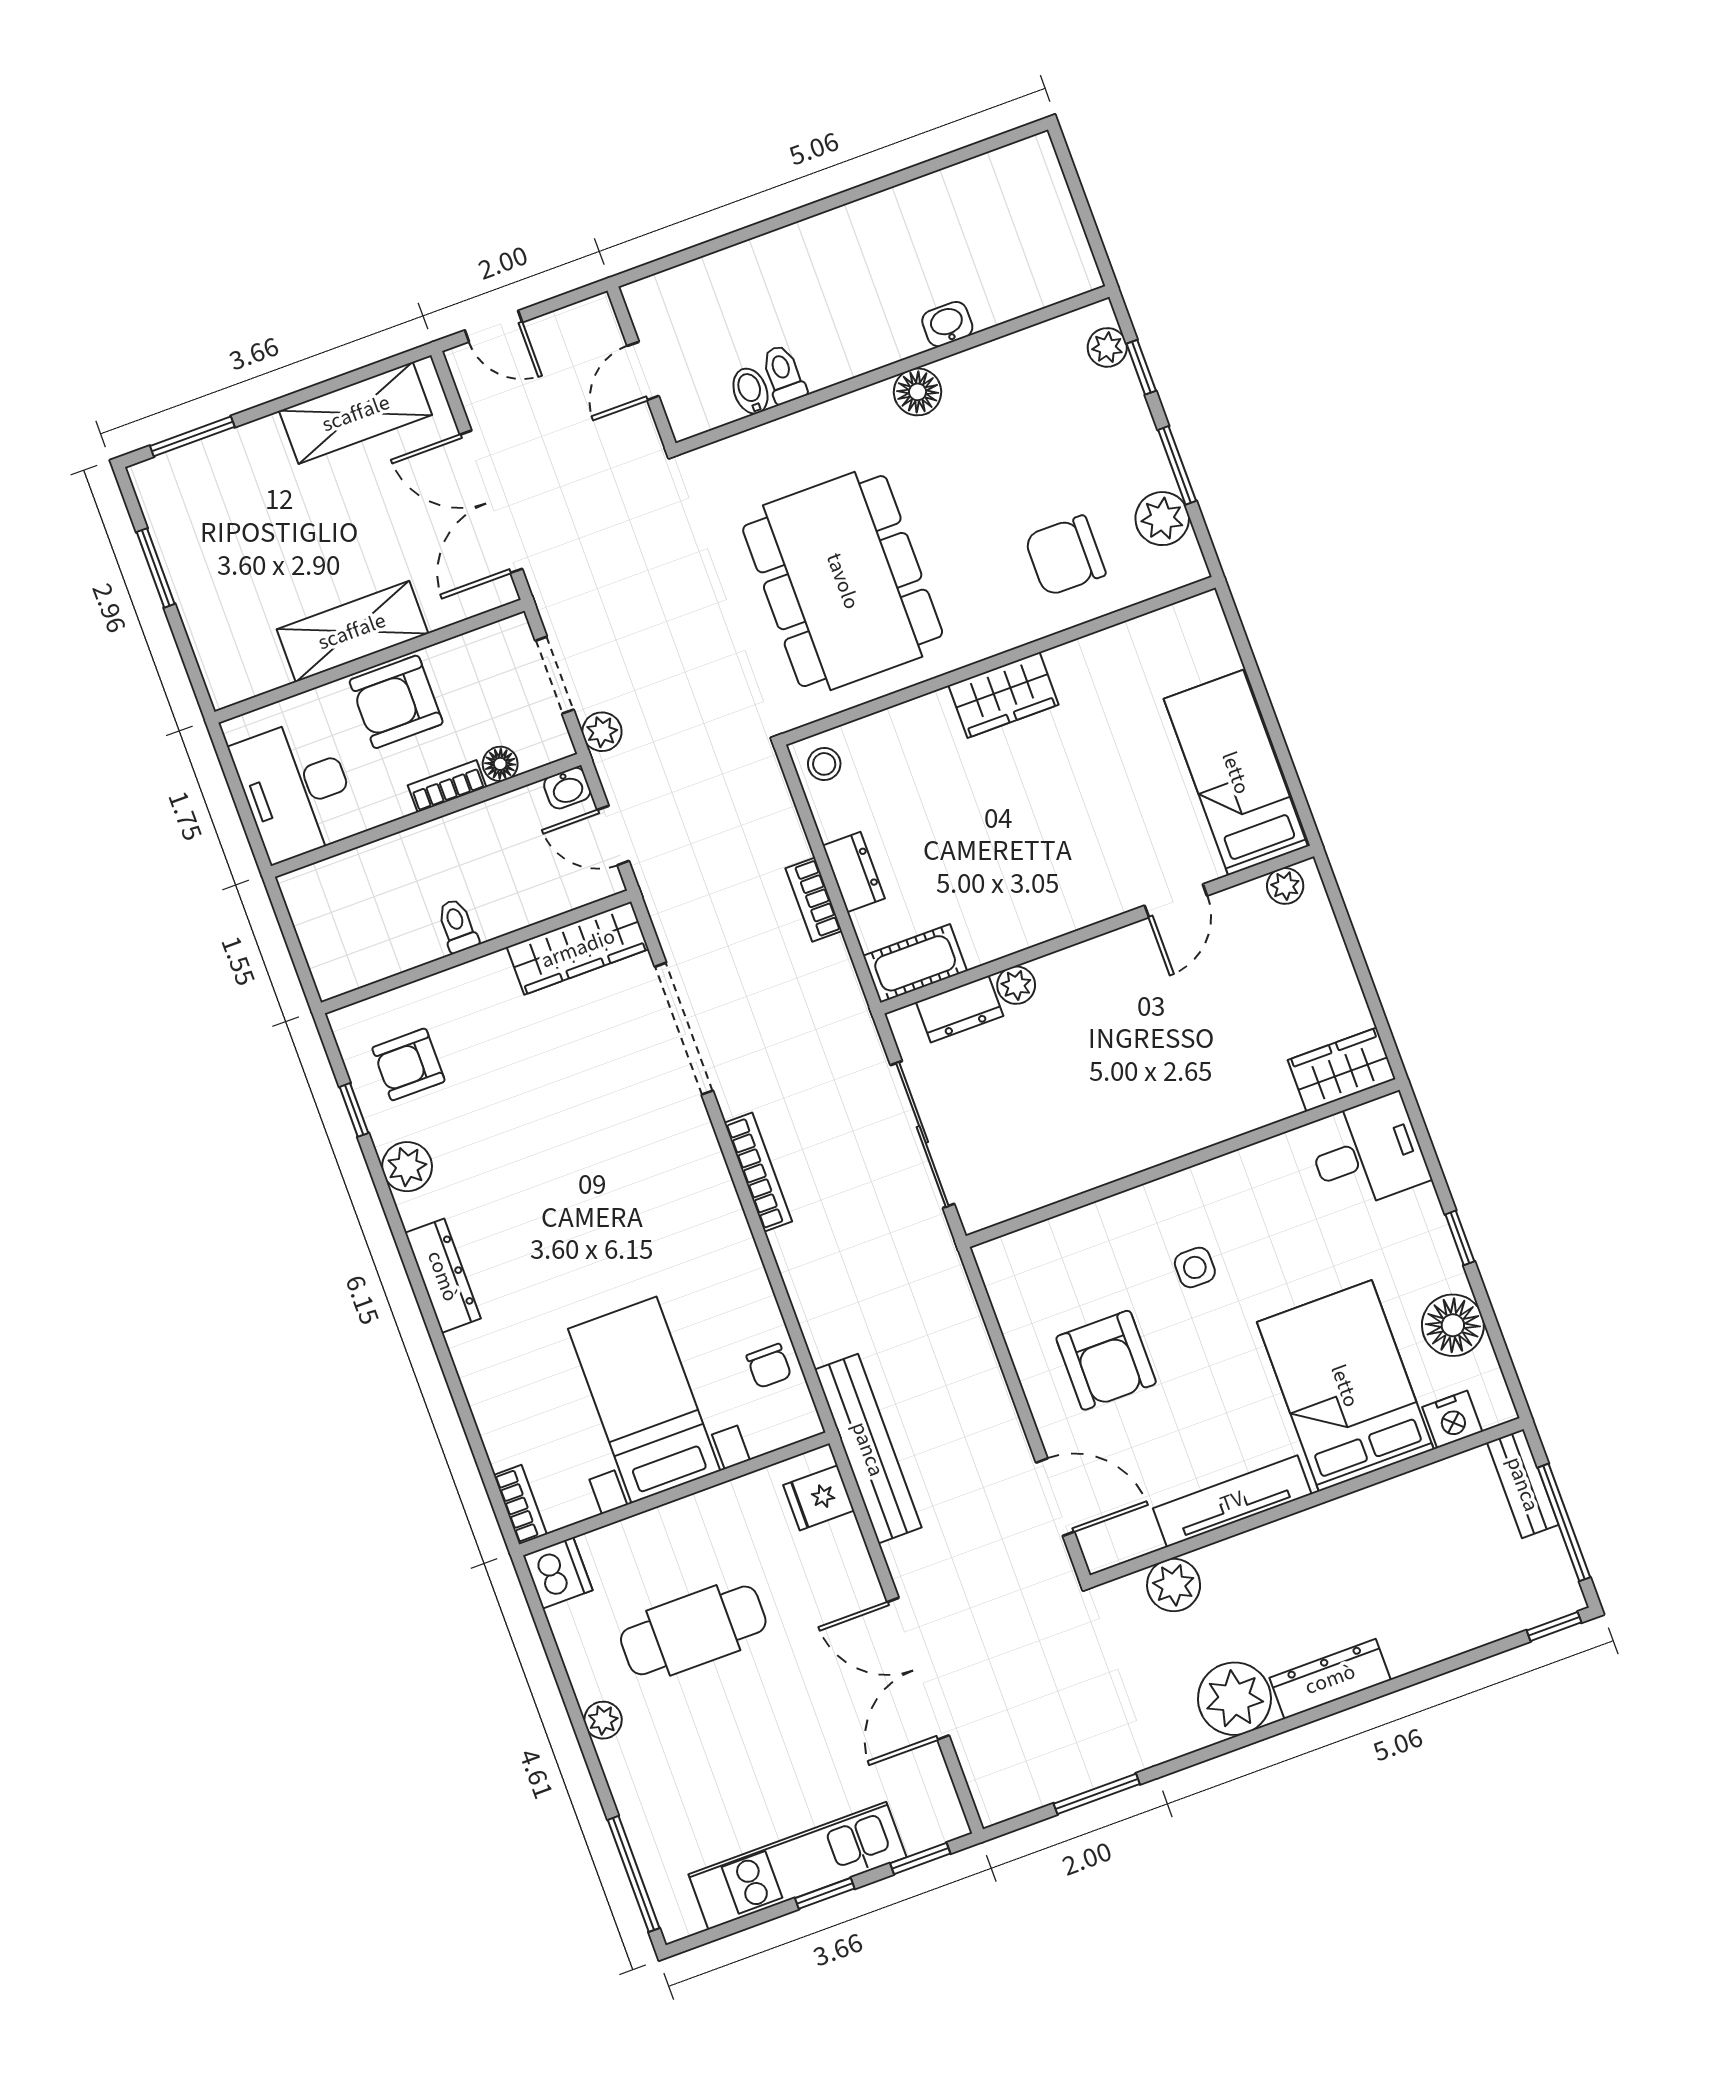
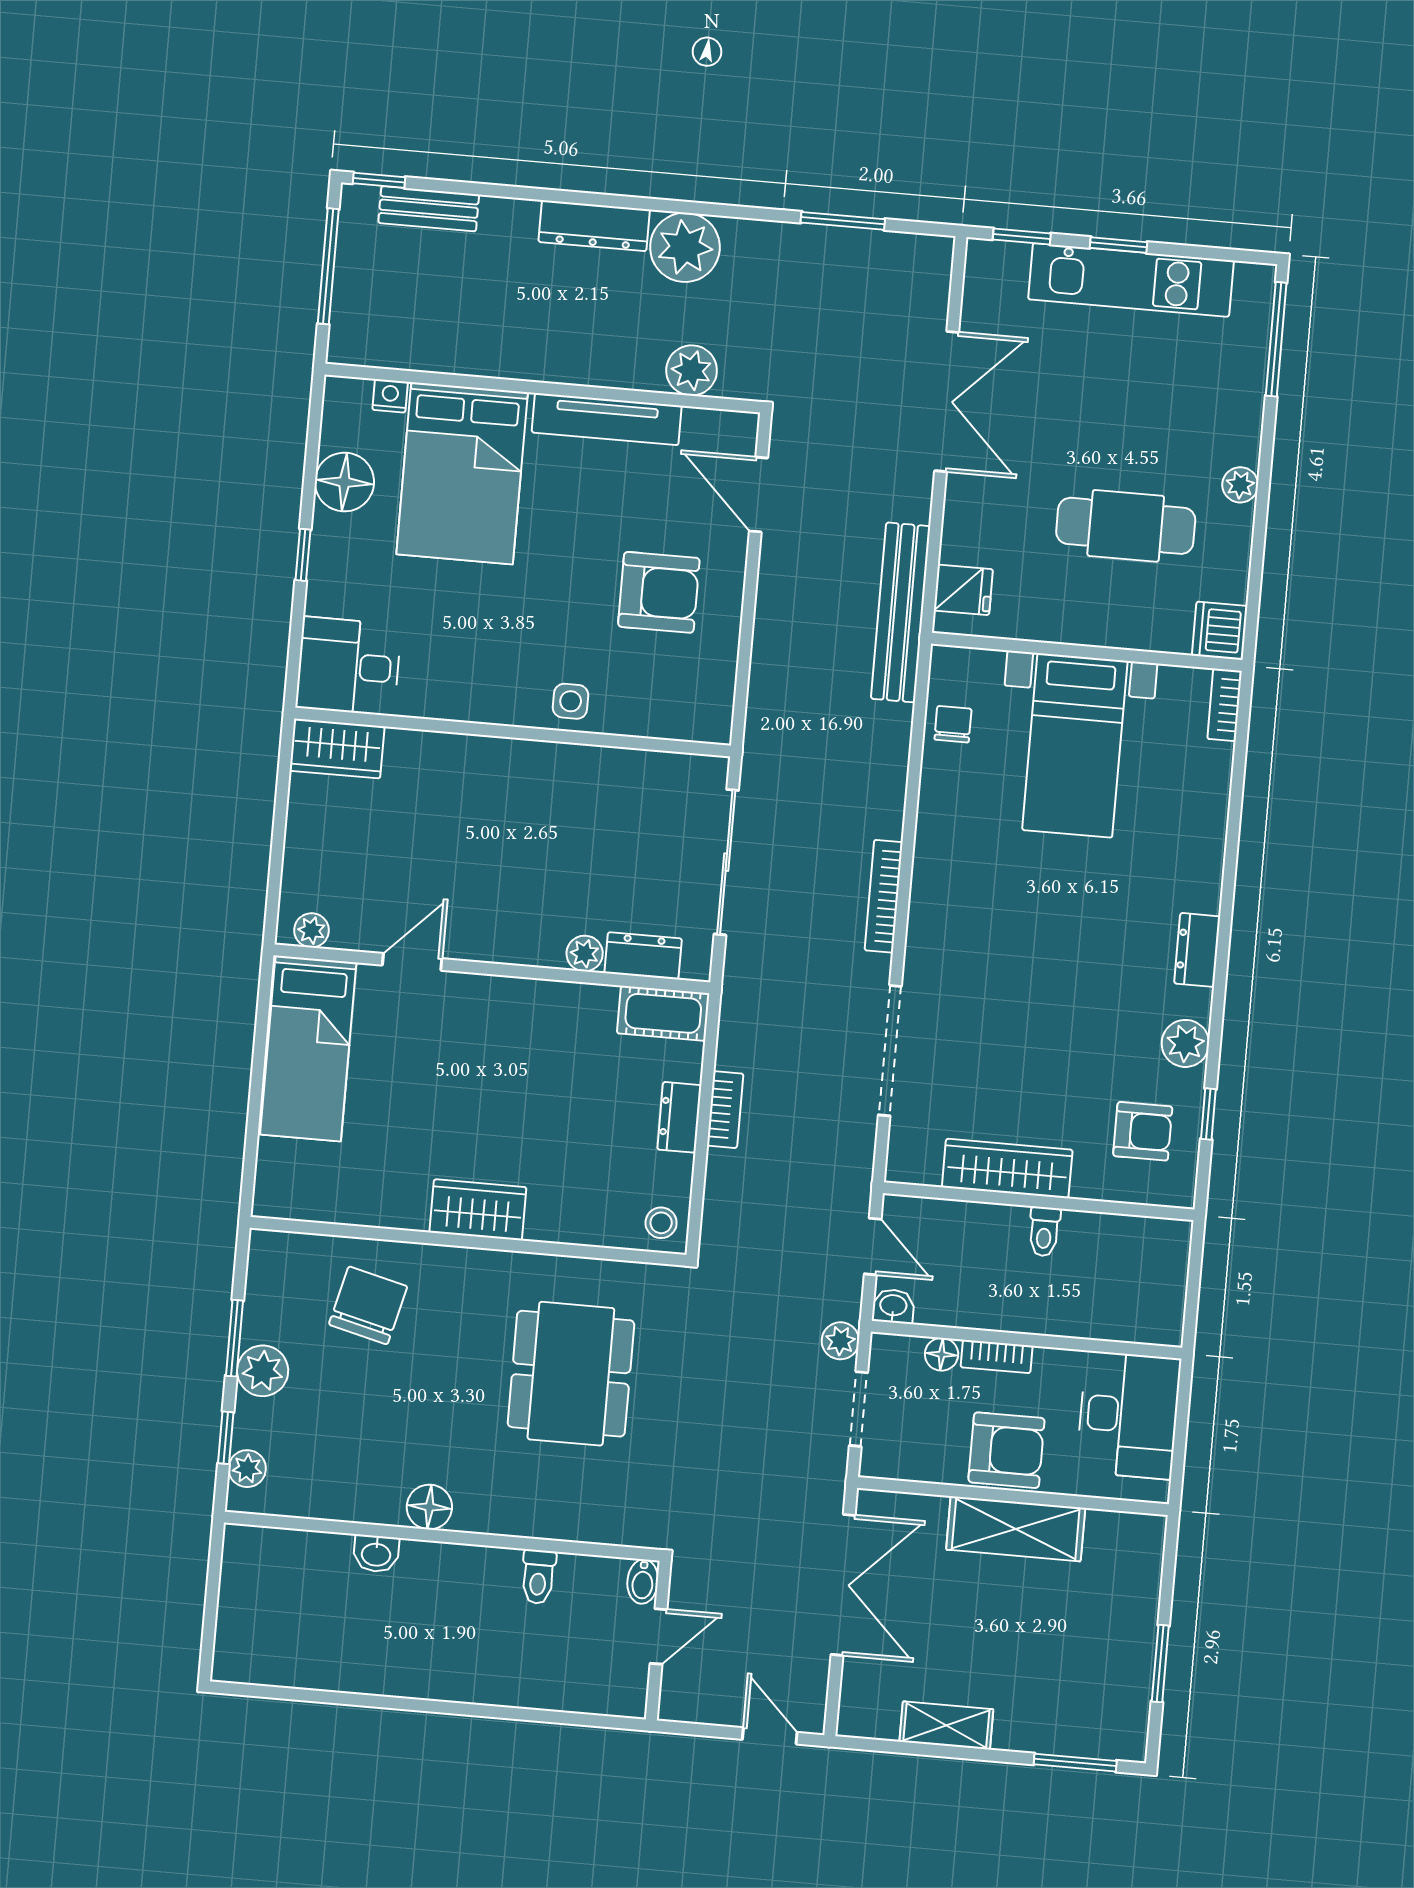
bidet: (750, 391) -> (643, 1582), moved
shelving: (356, 413) -> (946, 1725), width x0.67, depth x0.75
plant: (1162, 519) -> (263, 1371), moved
chair: (1065, 556) -> (368, 1305), turned -76
dining table: (843, 581) -> (571, 1374), width x0.73, depth x0.80
wardrobe: (578, 948) -> (1007, 1168), moved
side table: (1195, 1267) -> (571, 701), moved
dresser: (443, 1276) -> (1197, 950), width x0.70
armchair: (1106, 1360) -> (659, 592), turned 90
nightstand: (1452, 1419) -> (390, 396), width x0.72, depth x0.74
bench: (1523, 1484) -> (429, 209), moved, turned 90

